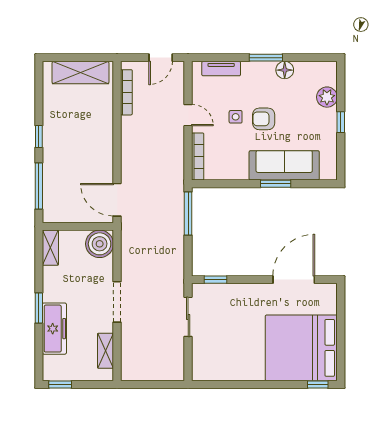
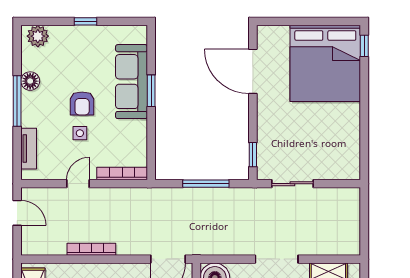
window: (266, 58) -> (17, 101), width x1.44
bookcase: (126, 92) -> (91, 249), moved
plant: (327, 97) -> (38, 36), moved
window: (188, 214) -> (206, 184), moved

